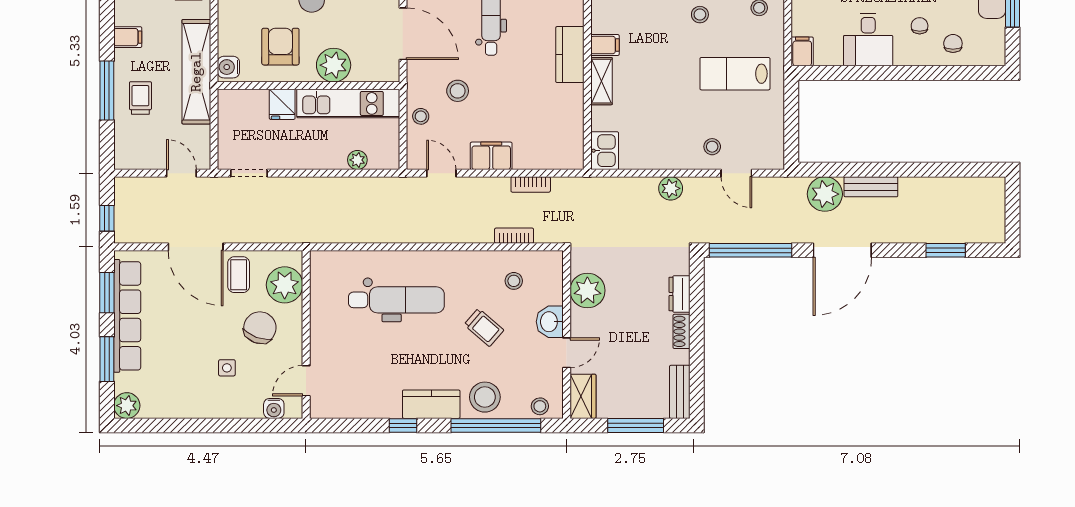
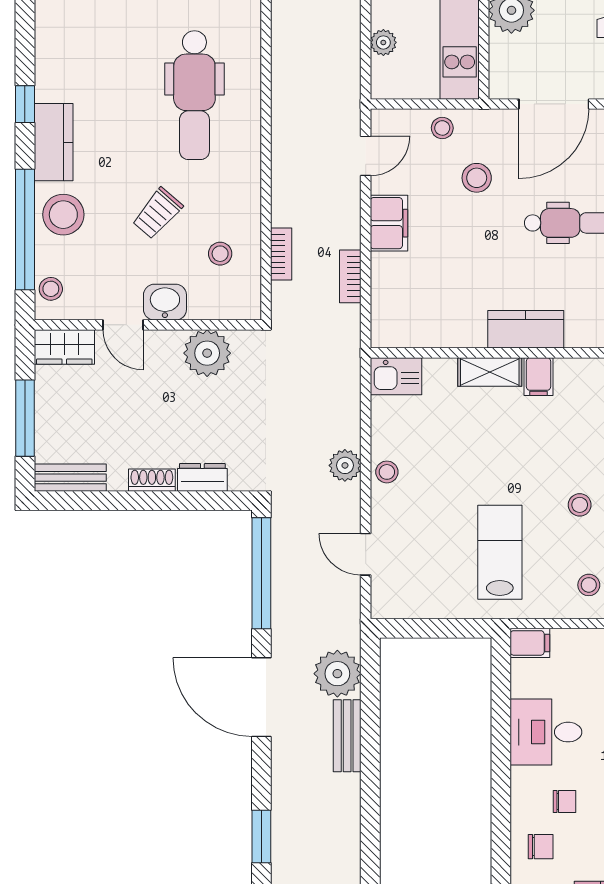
stool: (712, 147) -> (387, 472), moved
door: (736, 173) -> (366, 554), hinge flipped

